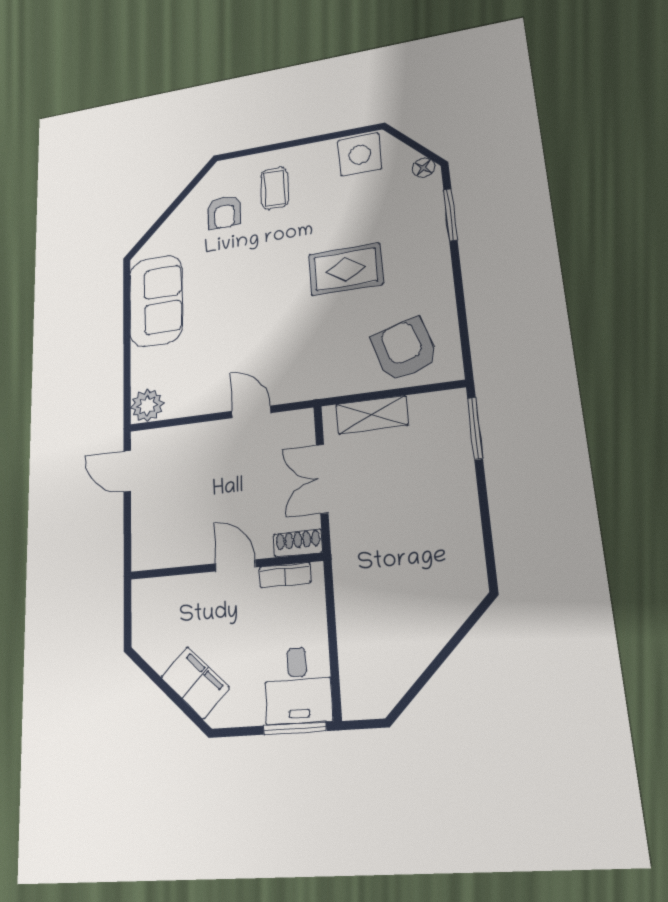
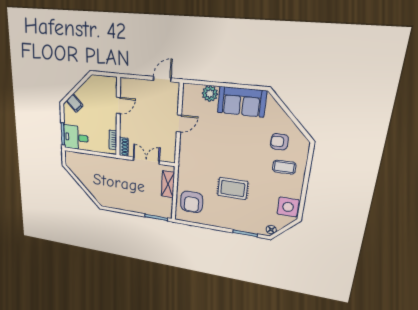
rug: (346, 269) -> (233, 189), turned 90
armchair: (404, 349) -> (192, 202), turned 107
plant: (147, 405) -> (210, 94), moved
door: (251, 412) -> (179, 123), moved
door: (235, 565) -> (118, 105), moved
filing cabinet: (195, 683) -> (75, 103), width x0.50

